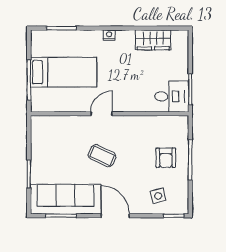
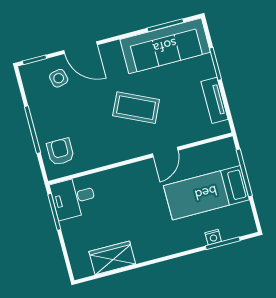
nightstand: (109, 35) -> (213, 237), moved
door: (102, 114) -> (165, 152), moved
tv unit: (37, 145) -> (215, 100), added
coffee table: (102, 156) -> (136, 108), width x1.36, depth x1.30
armchair: (166, 158) -> (60, 152), moved
door: (115, 216) -> (80, 48), moved

